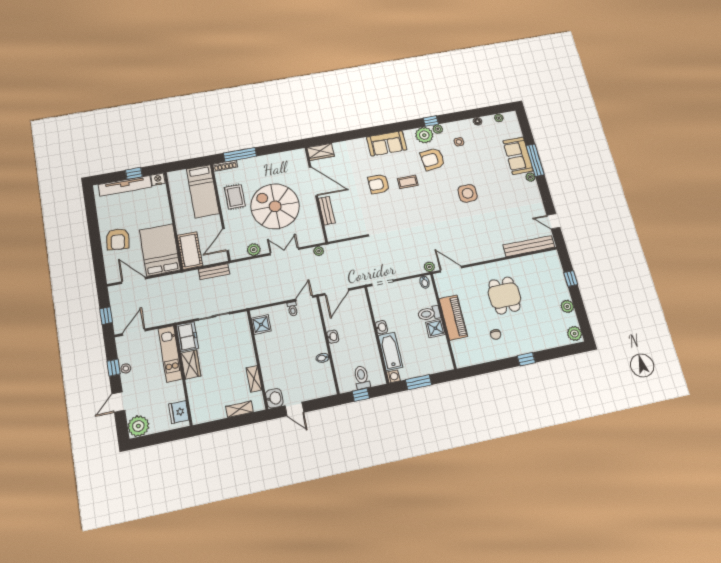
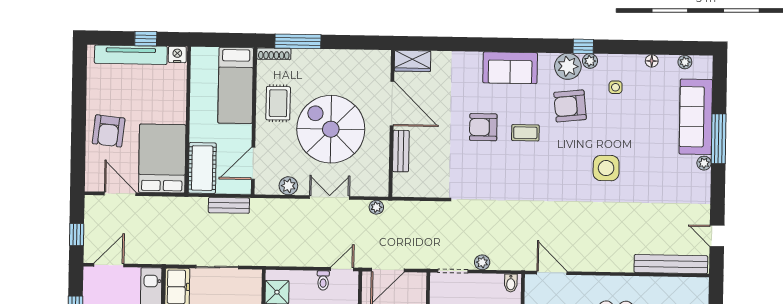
sofa: (518, 156) -> (696, 117), width x1.36
plant: (429, 267) -> (482, 262), moved

